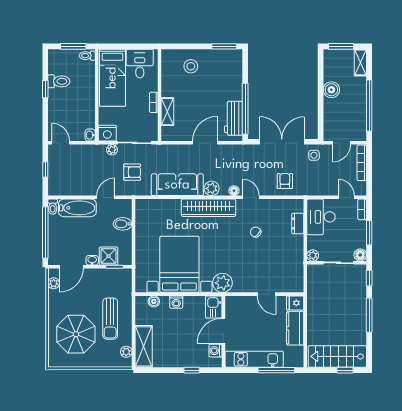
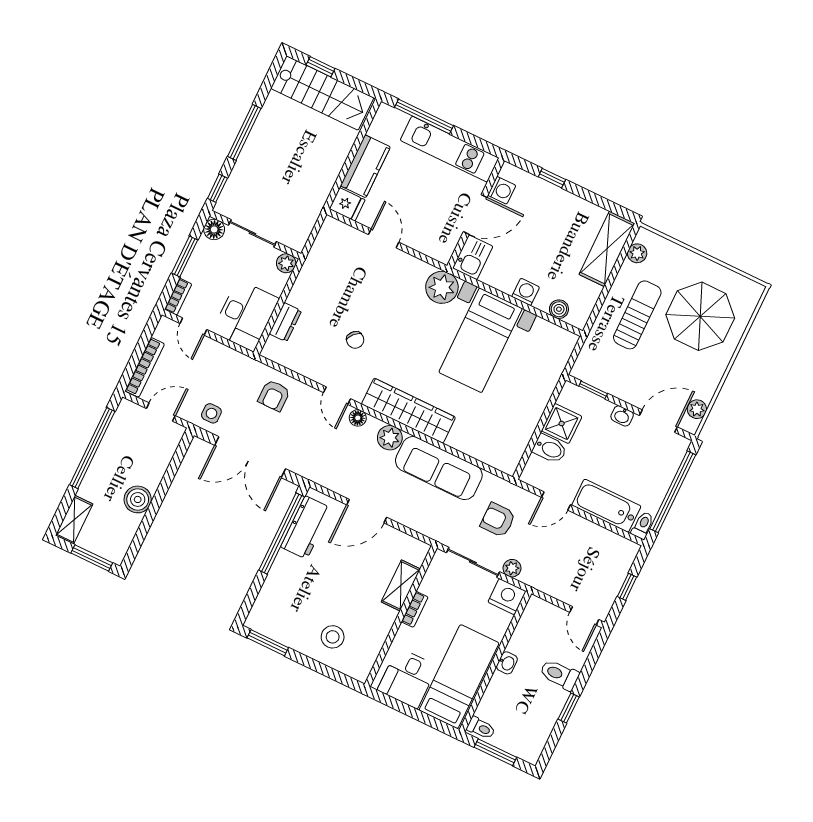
toilet: (59, 81) -> (559, 675), moved
washbasin: (90, 135) -> (507, 663), moved
shower: (109, 256) -> (562, 424), moved
bed with nightstands: (179, 264) -> (481, 340), width x0.73

